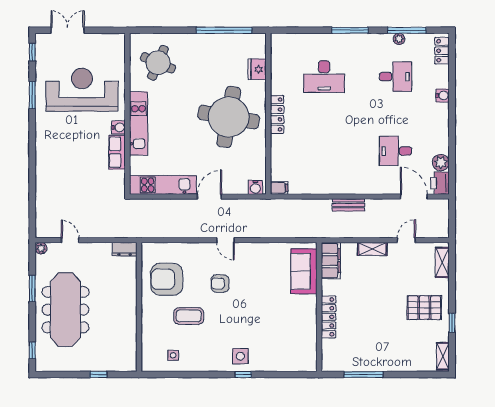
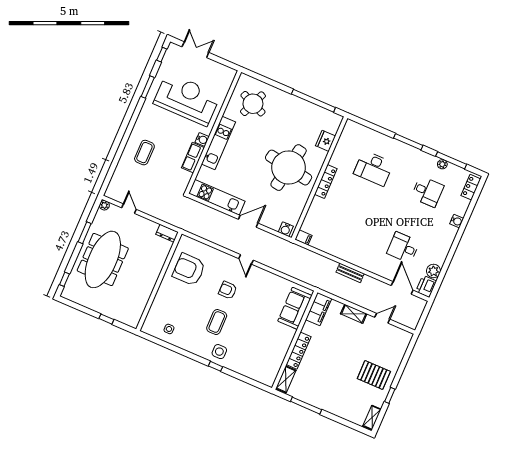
coffee table: (60, 170) -> (144, 153), added
shelving: (442, 262) -> (286, 379), moved
coffee table: (189, 316) -> (217, 322), moved, turned 90

